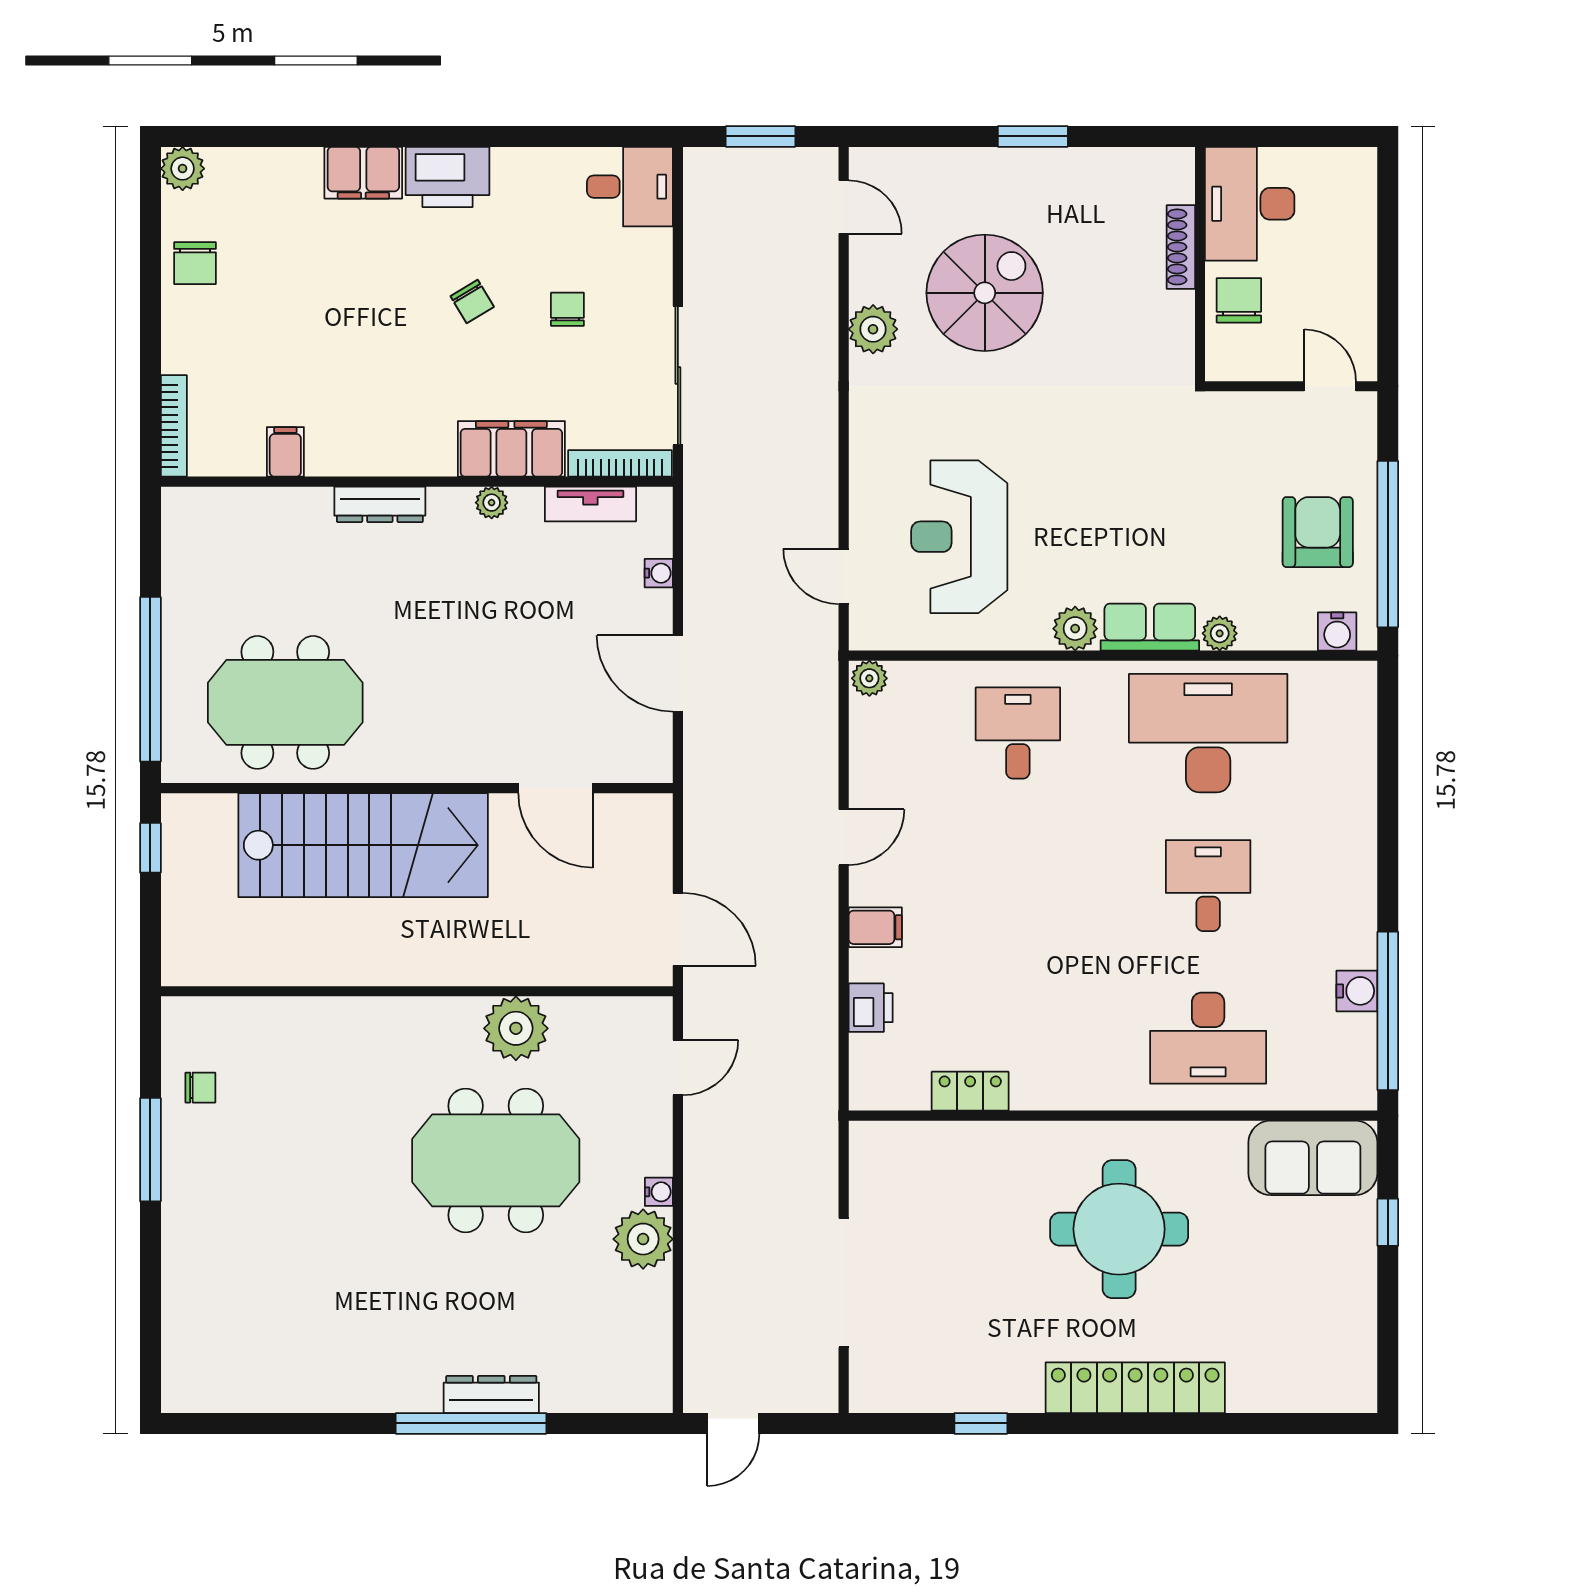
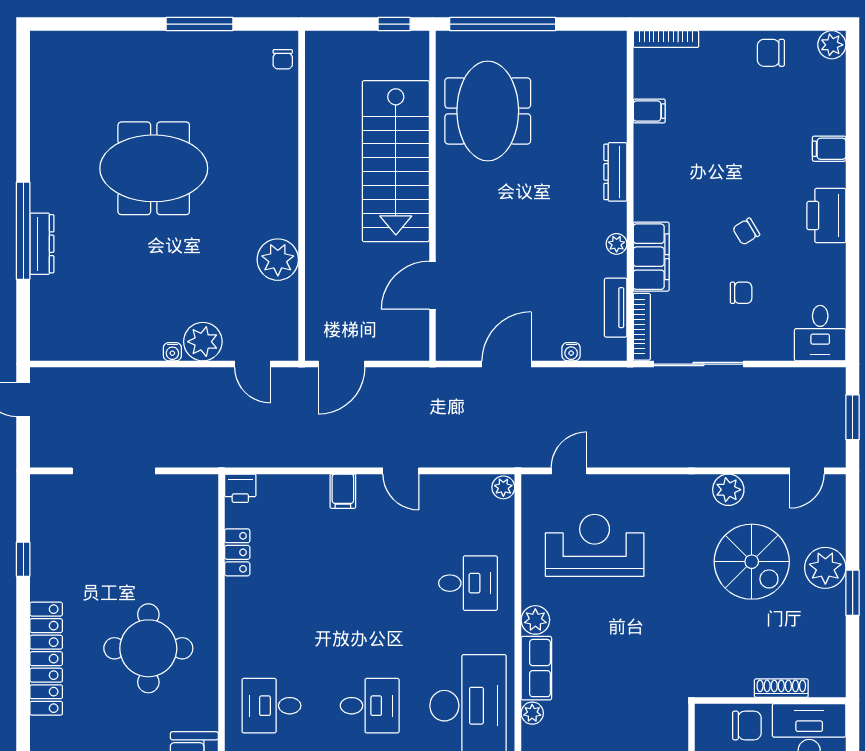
filing cabinet: (363, 173) -> (829, 149), width x0.50
plant: (994, 179) -> (825, 568), added
printer: (871, 1008) -> (240, 488), moved
desk: (1208, 1038) -> (271, 706), width x0.73
chair: (200, 1088) -> (283, 59), moved
meeting table: (496, 1160) -> (154, 168), moved, turned 90
plant: (643, 1239) -> (203, 342), moved

